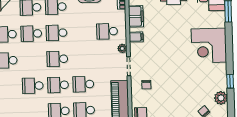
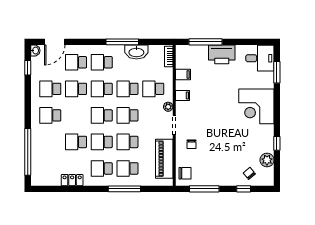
filing cabinet: (136, 16) -> (183, 74), width x0.50
school desk: (82, 32) -> (128, 89), added
school desk: (83, 58) -> (128, 115), added

